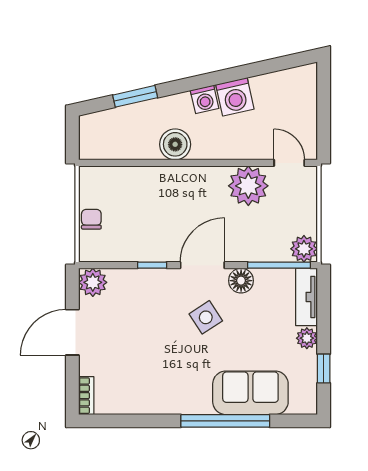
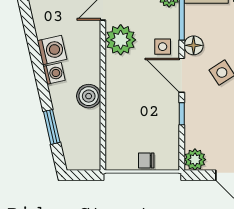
side table: (239, 240) -> (163, 47), added

